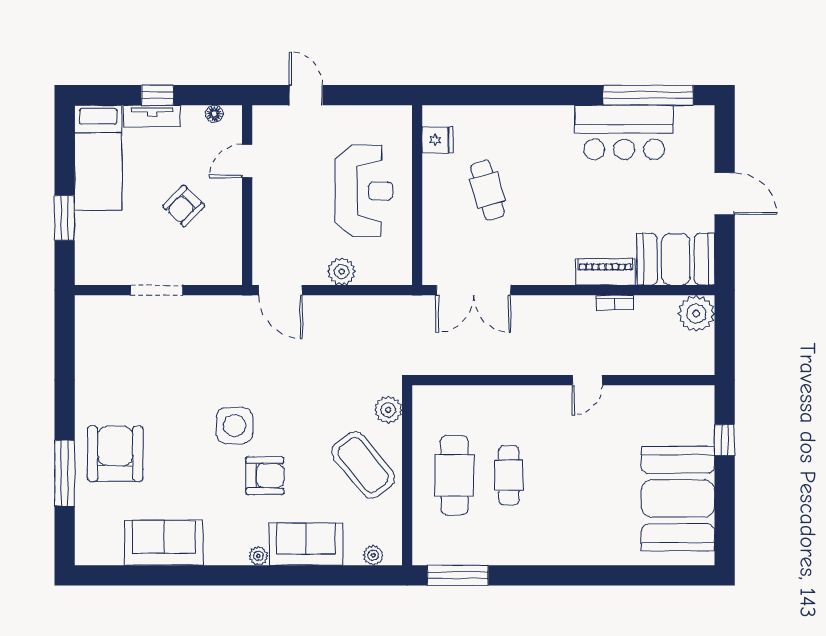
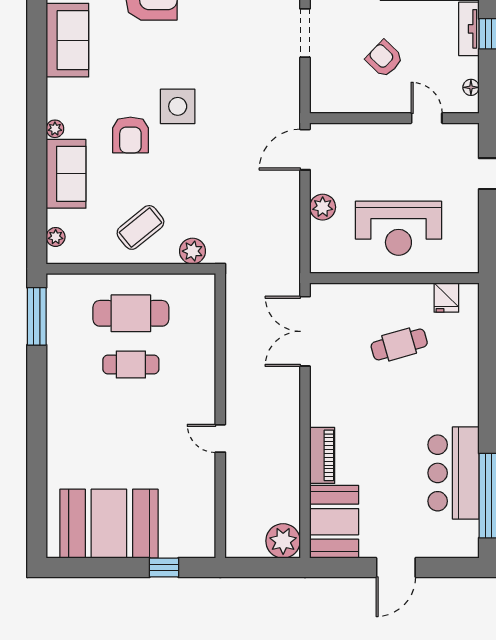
bookcase: (615, 303) -> (293, 464), removed
coffee table: (363, 465) -> (140, 227), width x0.73, depth x0.76

